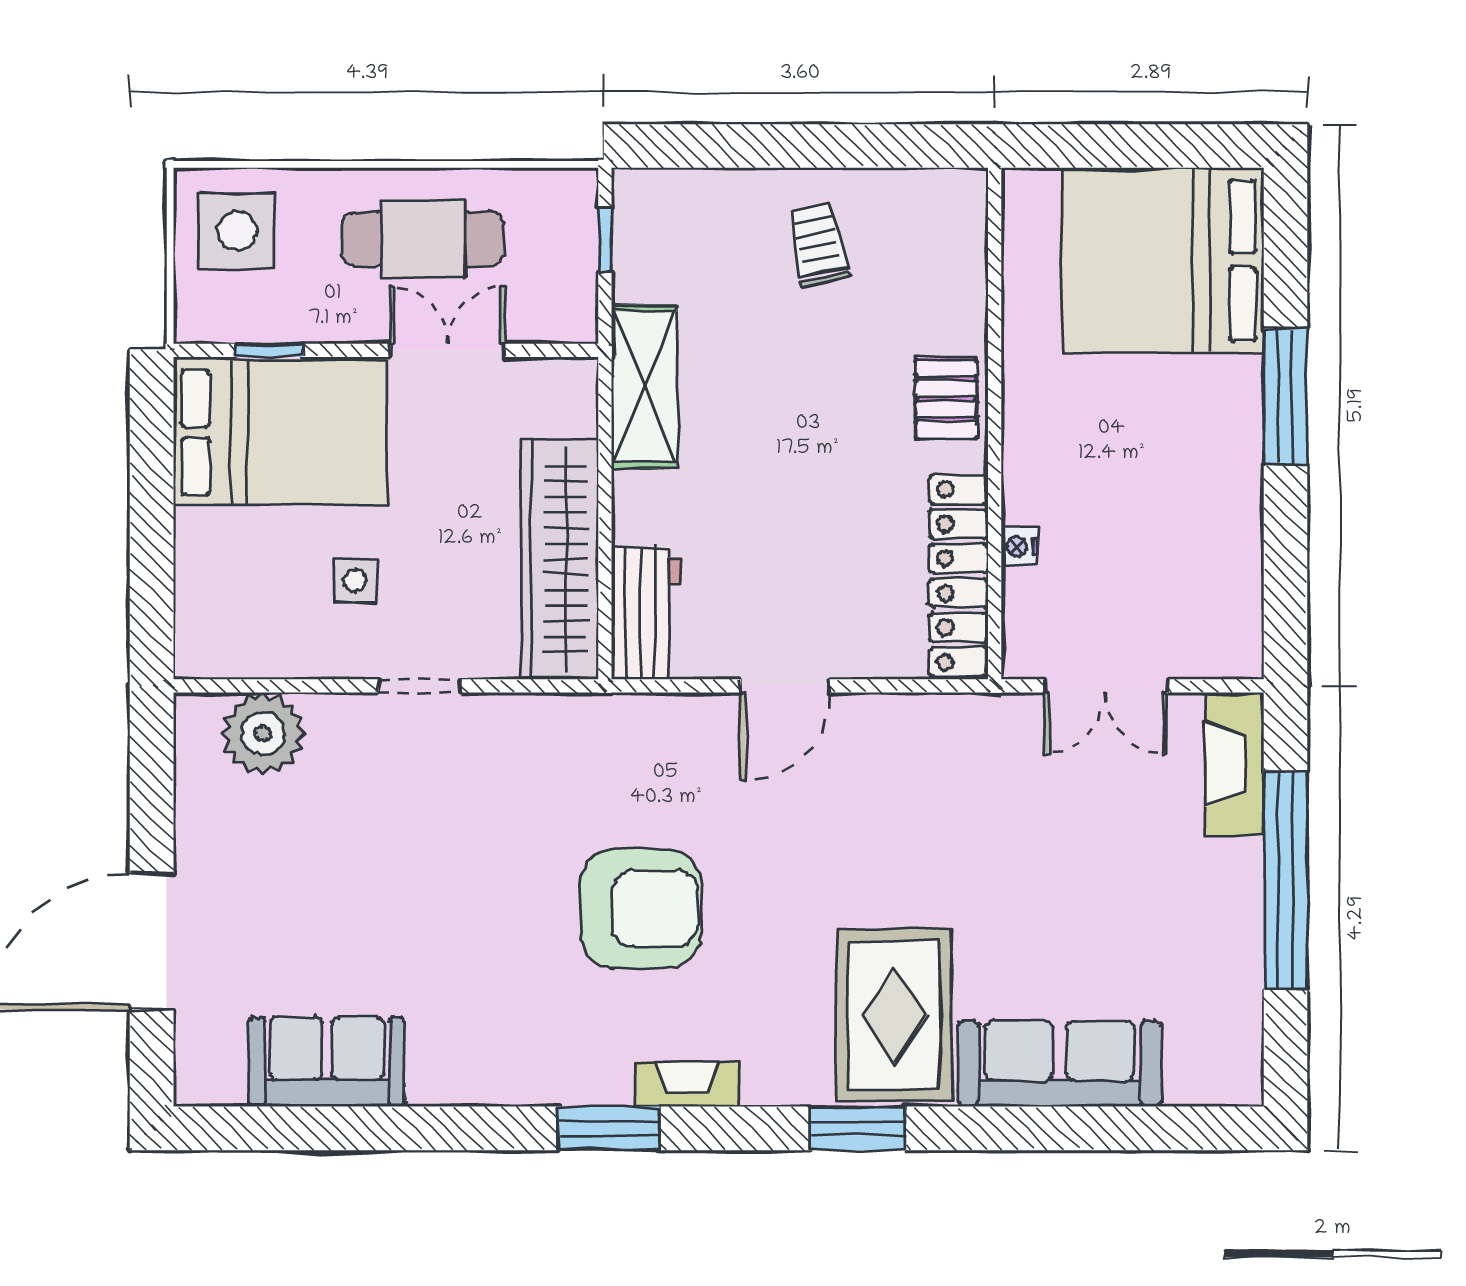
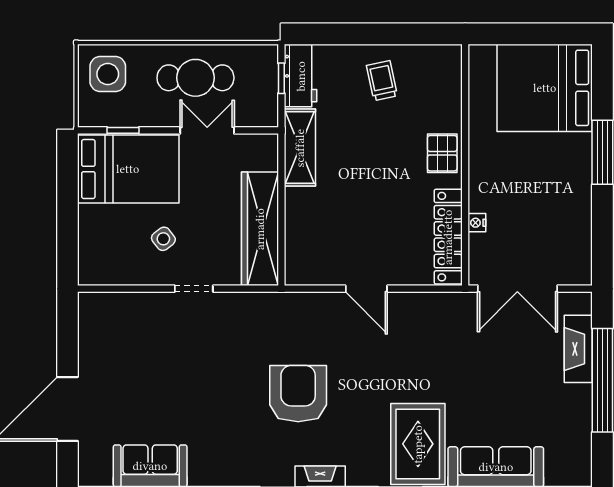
side table: (355, 580) -> (163, 239), turned -38
workbench: (646, 613) -> (301, 76), moved
door: (785, 686) -> (366, 289), hinge flipped
double door: (1106, 686) -> (517, 289), width x1.37
plant: (263, 734) -> (120, 311), removed
fireplace: (1234, 764) -> (578, 349), moved
armchair: (641, 908) -> (298, 394), turned -90

